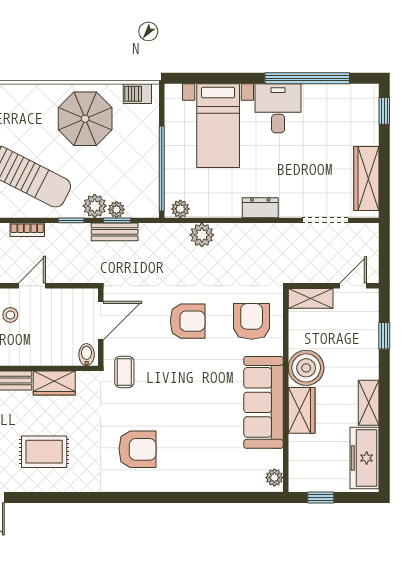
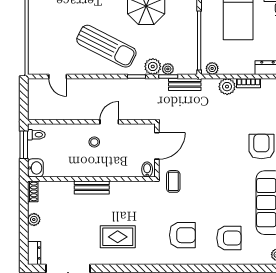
bookcase: (27, 230) -> (248, 83), moved
bench: (115, 232) -> (185, 84), moved
armchair: (188, 321) -> (229, 238), moved
wardrobe: (54, 383) -> (125, 189), removed

